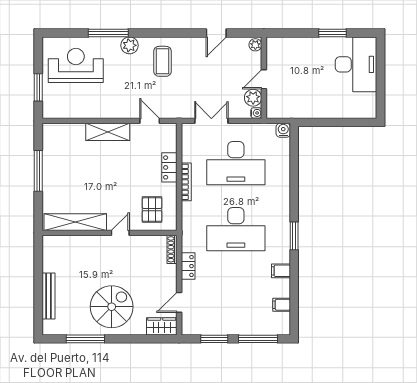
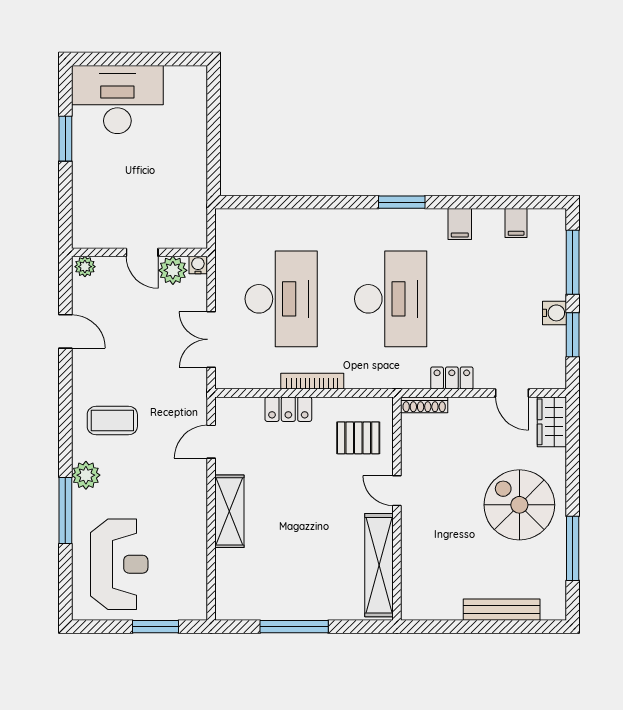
reception desk: (76, 65) -> (119, 564), turned 180
water cooler: (283, 130) -> (555, 313), moved, turned 180

